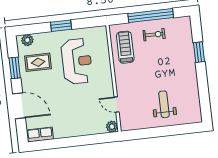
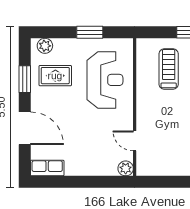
wall: (114, 78) -> (135, 107), moved
door: (117, 104) -> (135, 141), moved
plant: (112, 127) -> (126, 168), moved

